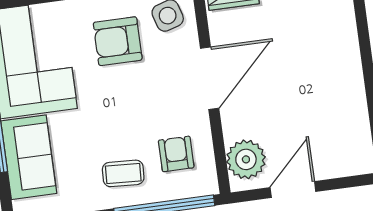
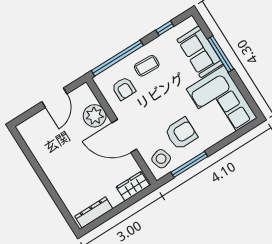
door: (210, 78) -> (124, 136), hinge flipped
plant: (246, 159) -> (95, 116), moved

